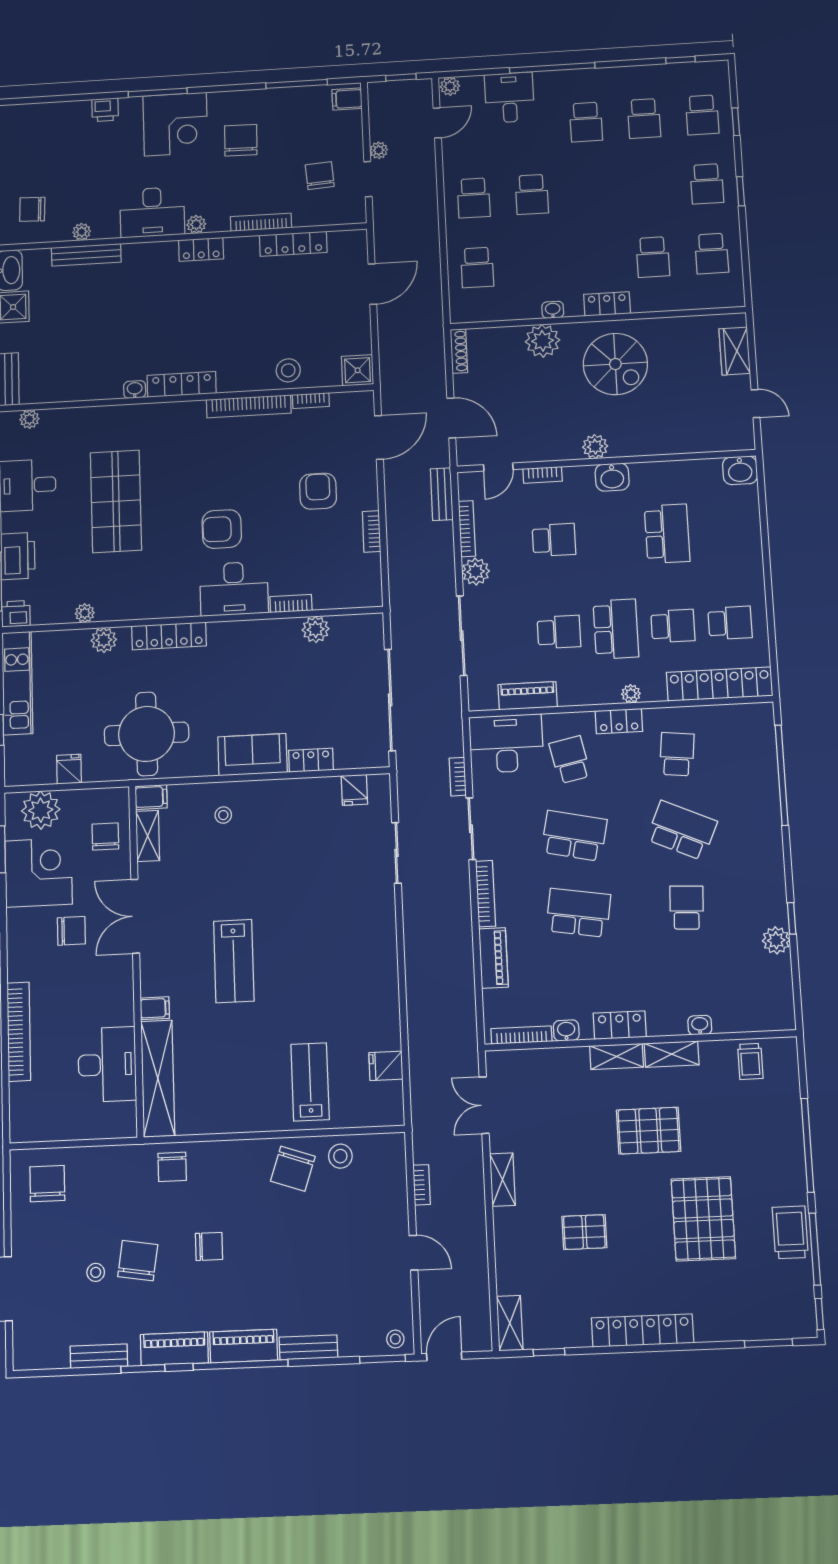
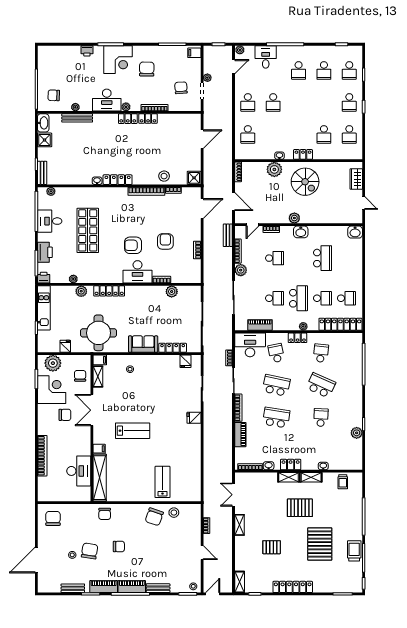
locker: (293, 244) -> (148, 119), moved, width x0.66
armchair: (318, 491) -> (165, 241), moved
locker: (311, 760) -> (173, 348), width x1.53
lab bench: (234, 961) -> (133, 431), turned -90
fridge: (386, 1066) -> (194, 418), moved

